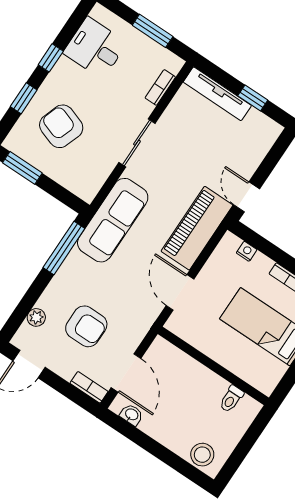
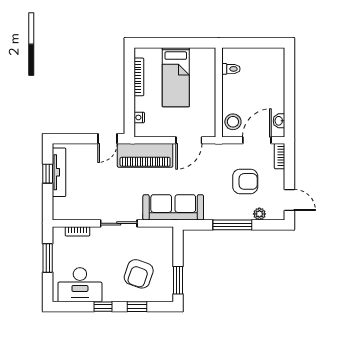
desk: (95, 48) -> (80, 285), width x1.37
tv unit: (217, 94) -> (59, 172), moved
window: (64, 248) -> (232, 225), moved
armchair: (86, 326) -> (245, 181), turned 90
stool: (202, 455) -> (233, 122), moved

